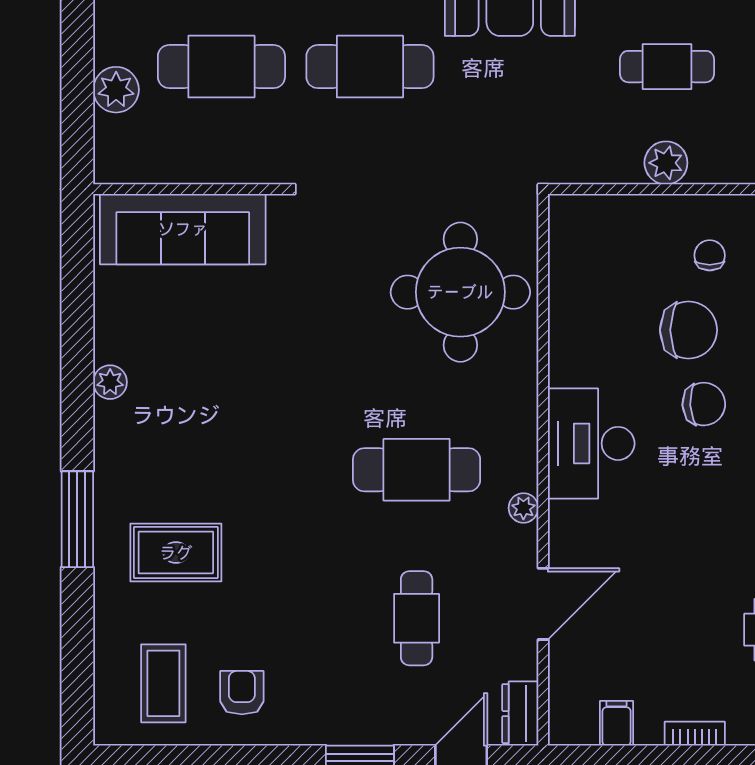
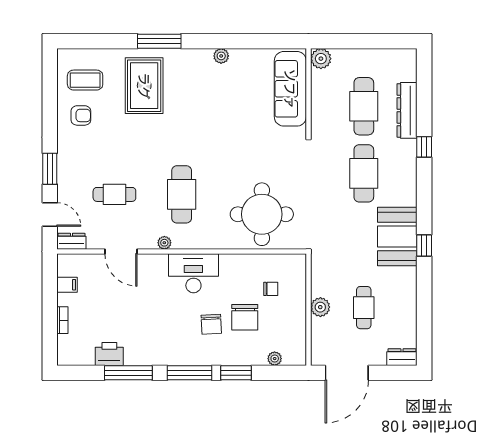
plant: (116, 90) -> (321, 59), moved
chair: (710, 255) -> (271, 289), moved
rug: (176, 553) -> (144, 86), width x1.36, depth x1.43

